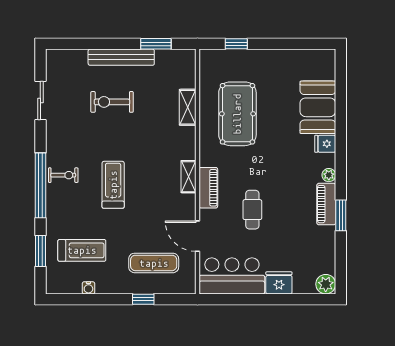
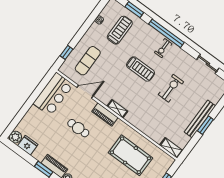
window: (156, 44) -> (205, 125), moved
exercise bike: (112, 102) -> (171, 88), moved
shelving: (188, 107) -> (171, 148), moved
treadmill: (82, 250) -> (120, 30), turned 180
fridge: (279, 283) -> (28, 145), moved, turned -90
window: (143, 299) -> (66, 52), moved

